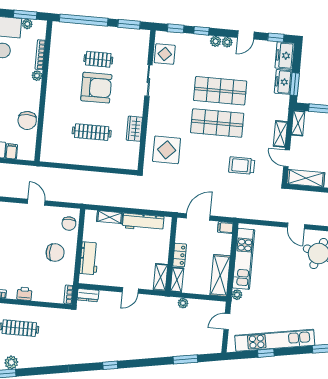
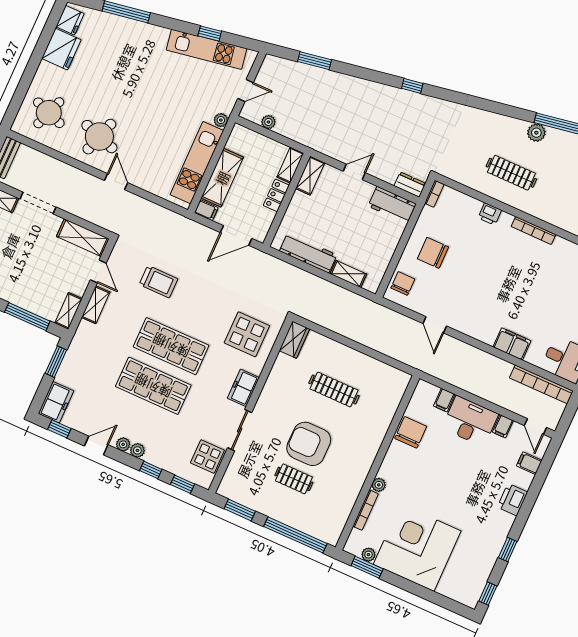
freezer: (283, 82) -> (243, 388), moved, turned 180
wardrobe: (134, 129) -> (294, 340), moved
workbench: (89, 258) -> (392, 205), moved, turned -90
shelving: (220, 275) -> (222, 178), moved
plant: (183, 303) -> (268, 122), moved
kitchen unit: (275, 340) -> (207, 49), width x0.73

